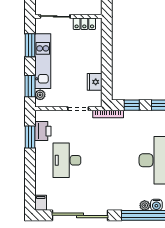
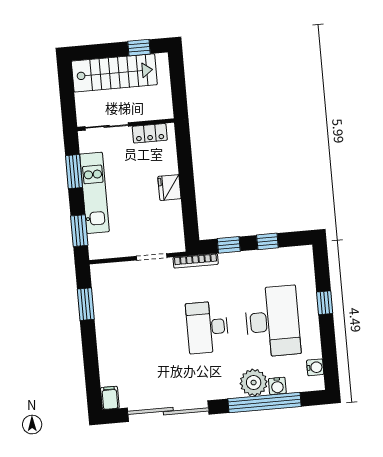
fridge: (95, 82) -> (169, 188), moved
plant: (40, 95) -> (95, 242), removed
printer: (43, 131) -> (104, 294), removed
desk: (67, 160) -> (207, 327), moved
plant: (145, 205) -> (254, 383), width x1.87, depth x1.87

